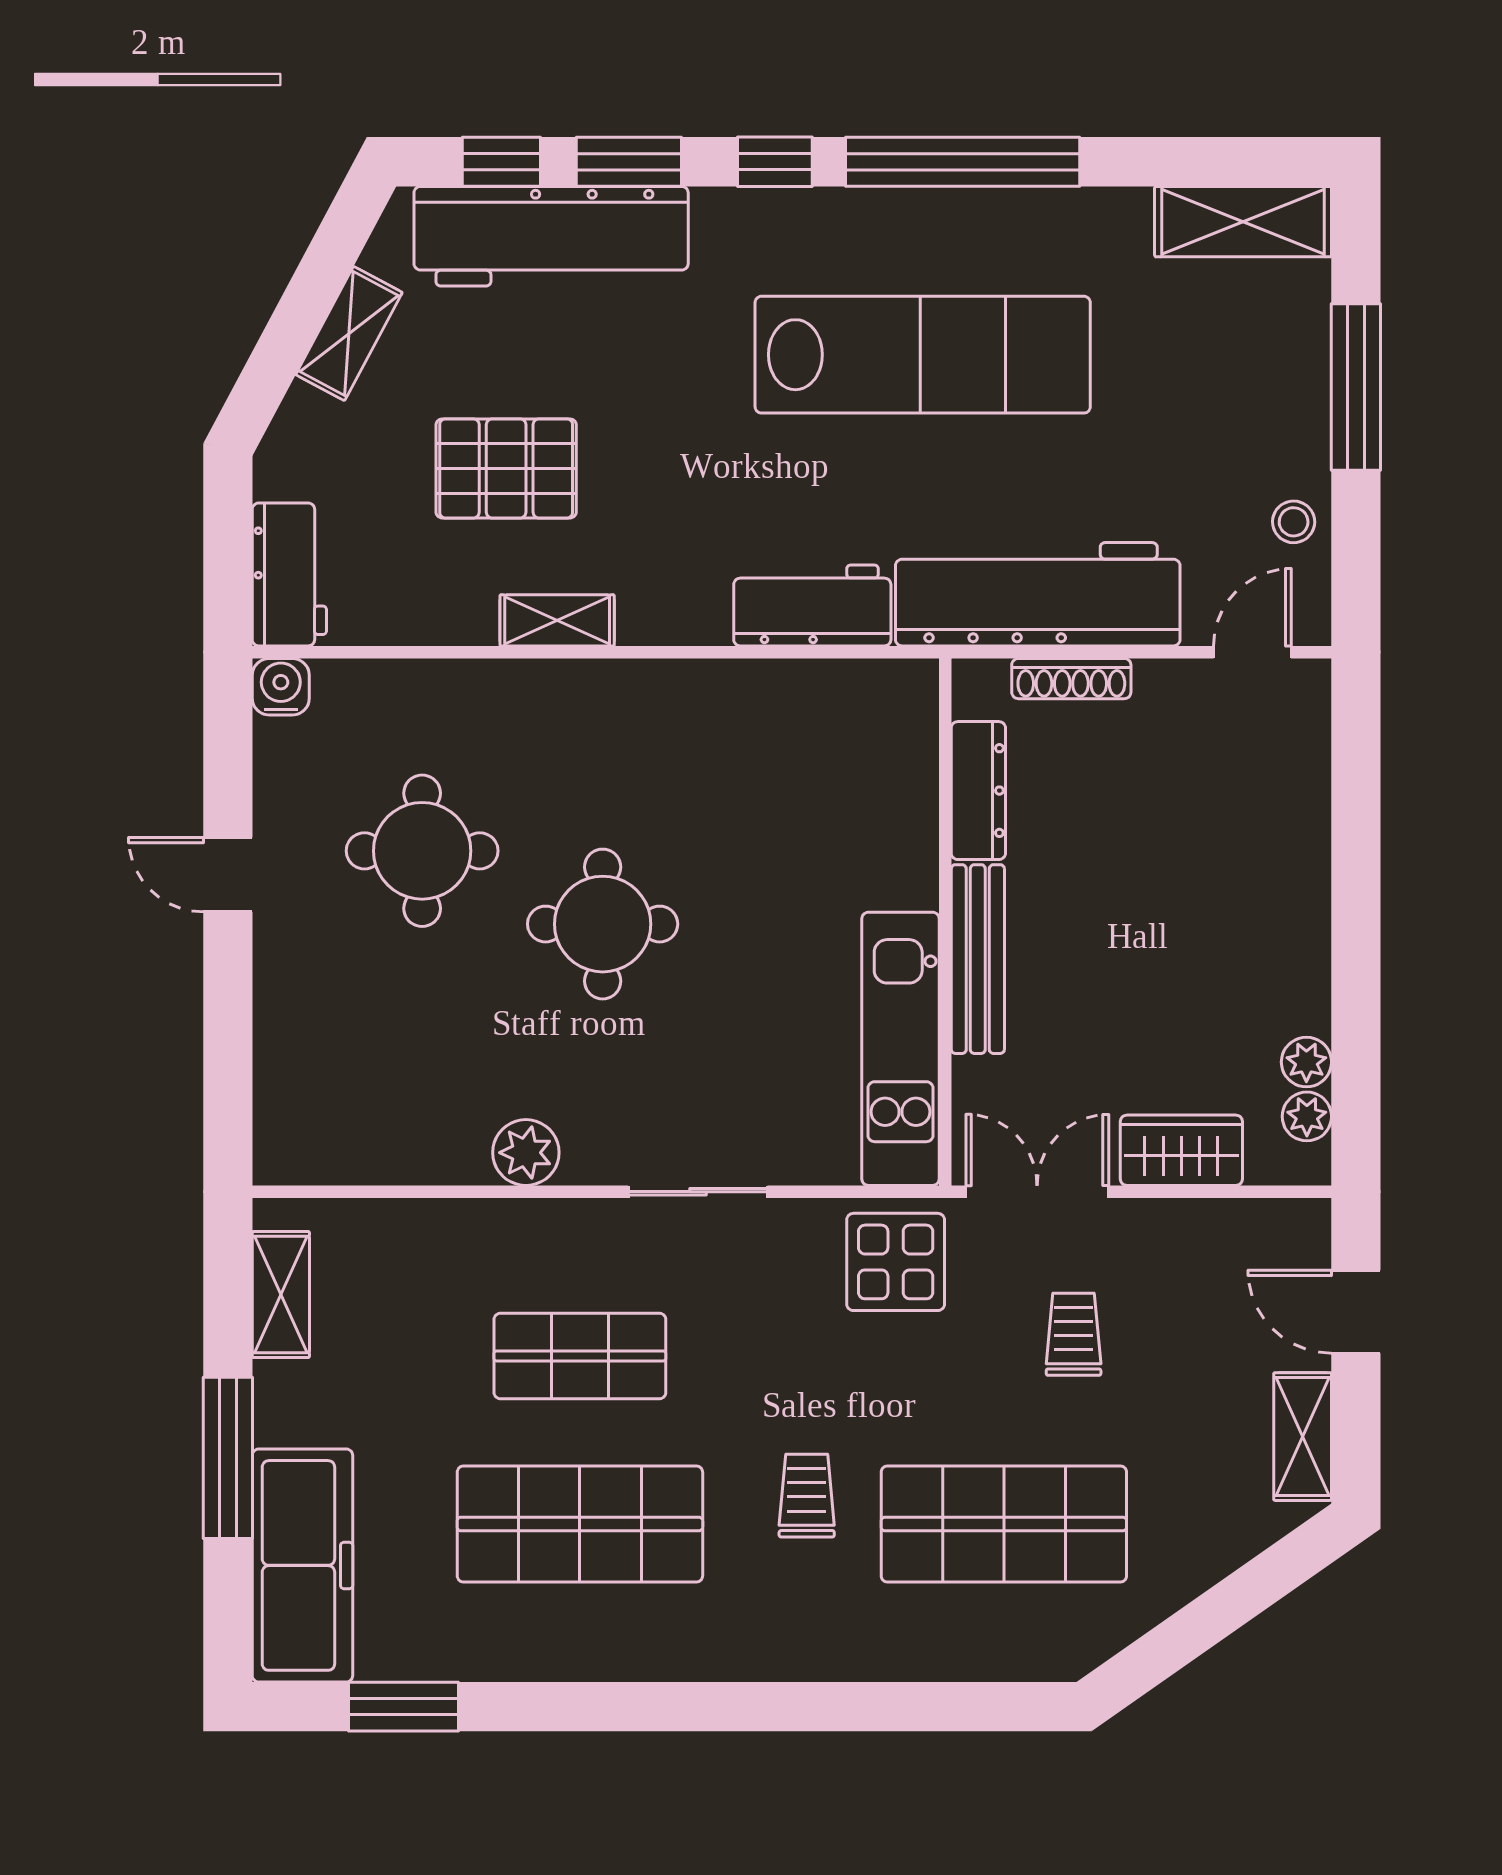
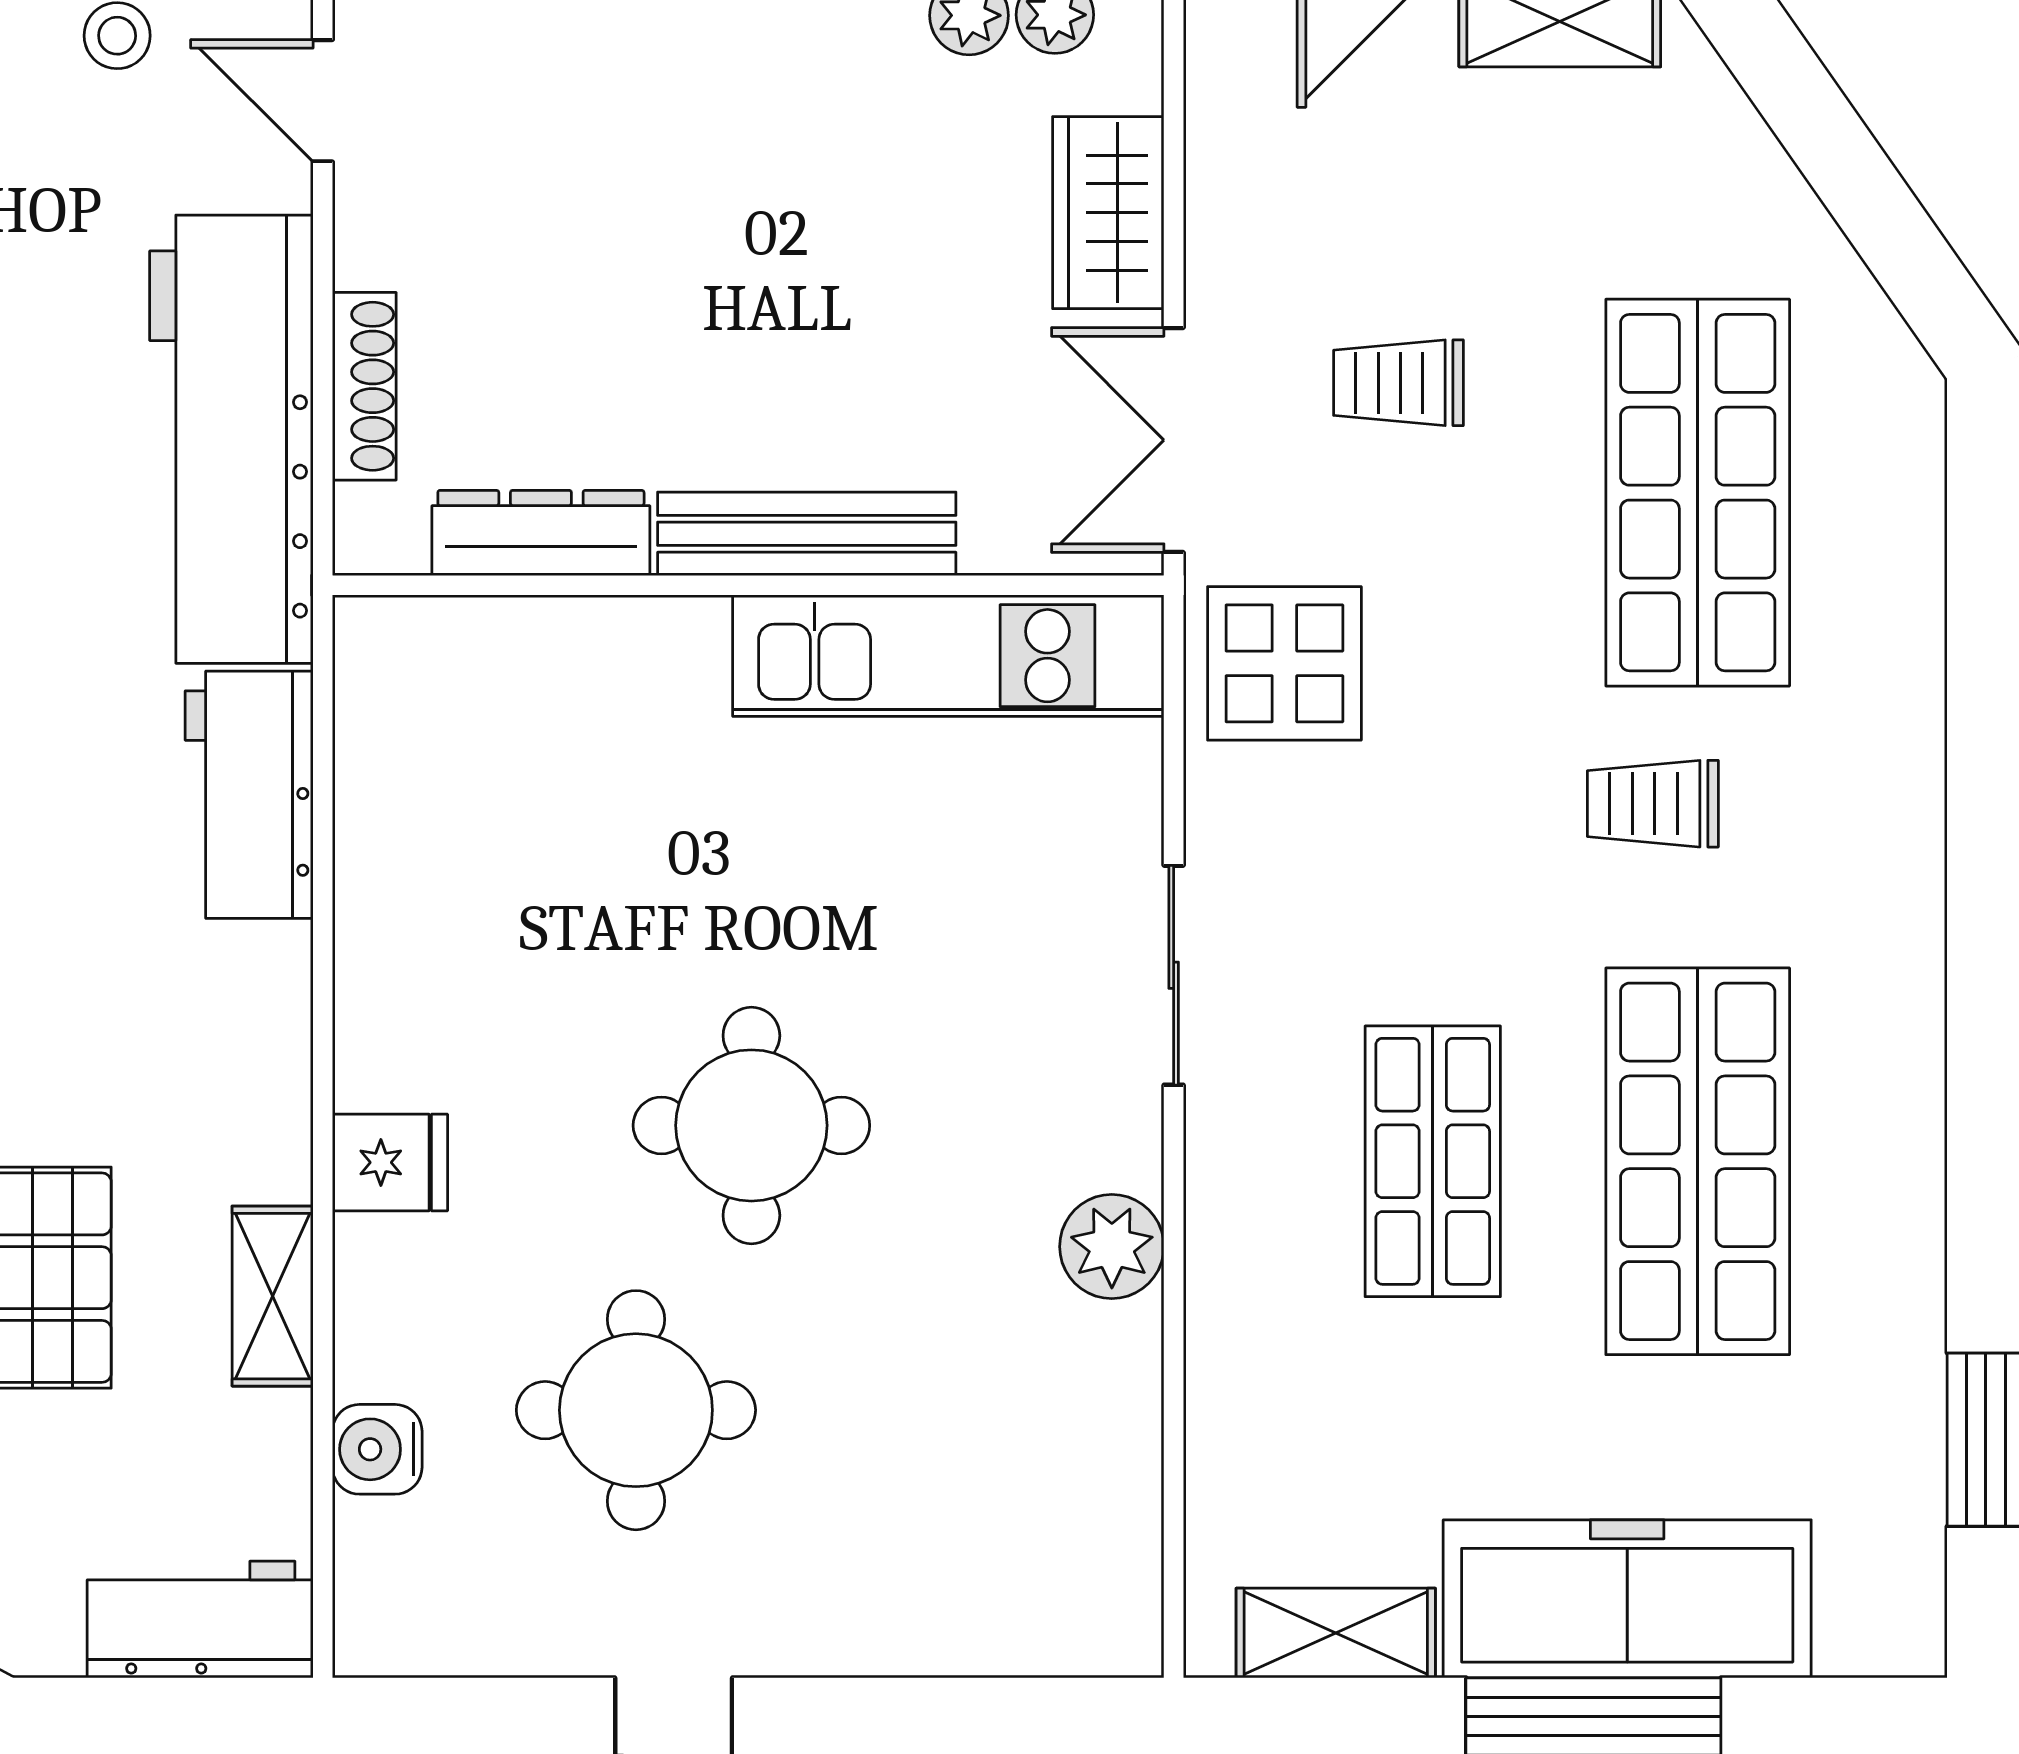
shelving: (557, 620) -> (273, 1296), moved
water cooler: (281, 687) -> (377, 1449), moved
fridge: (579, 695) -> (390, 1162), added
freezer: (302, 1565) -> (1627, 1599), moved

